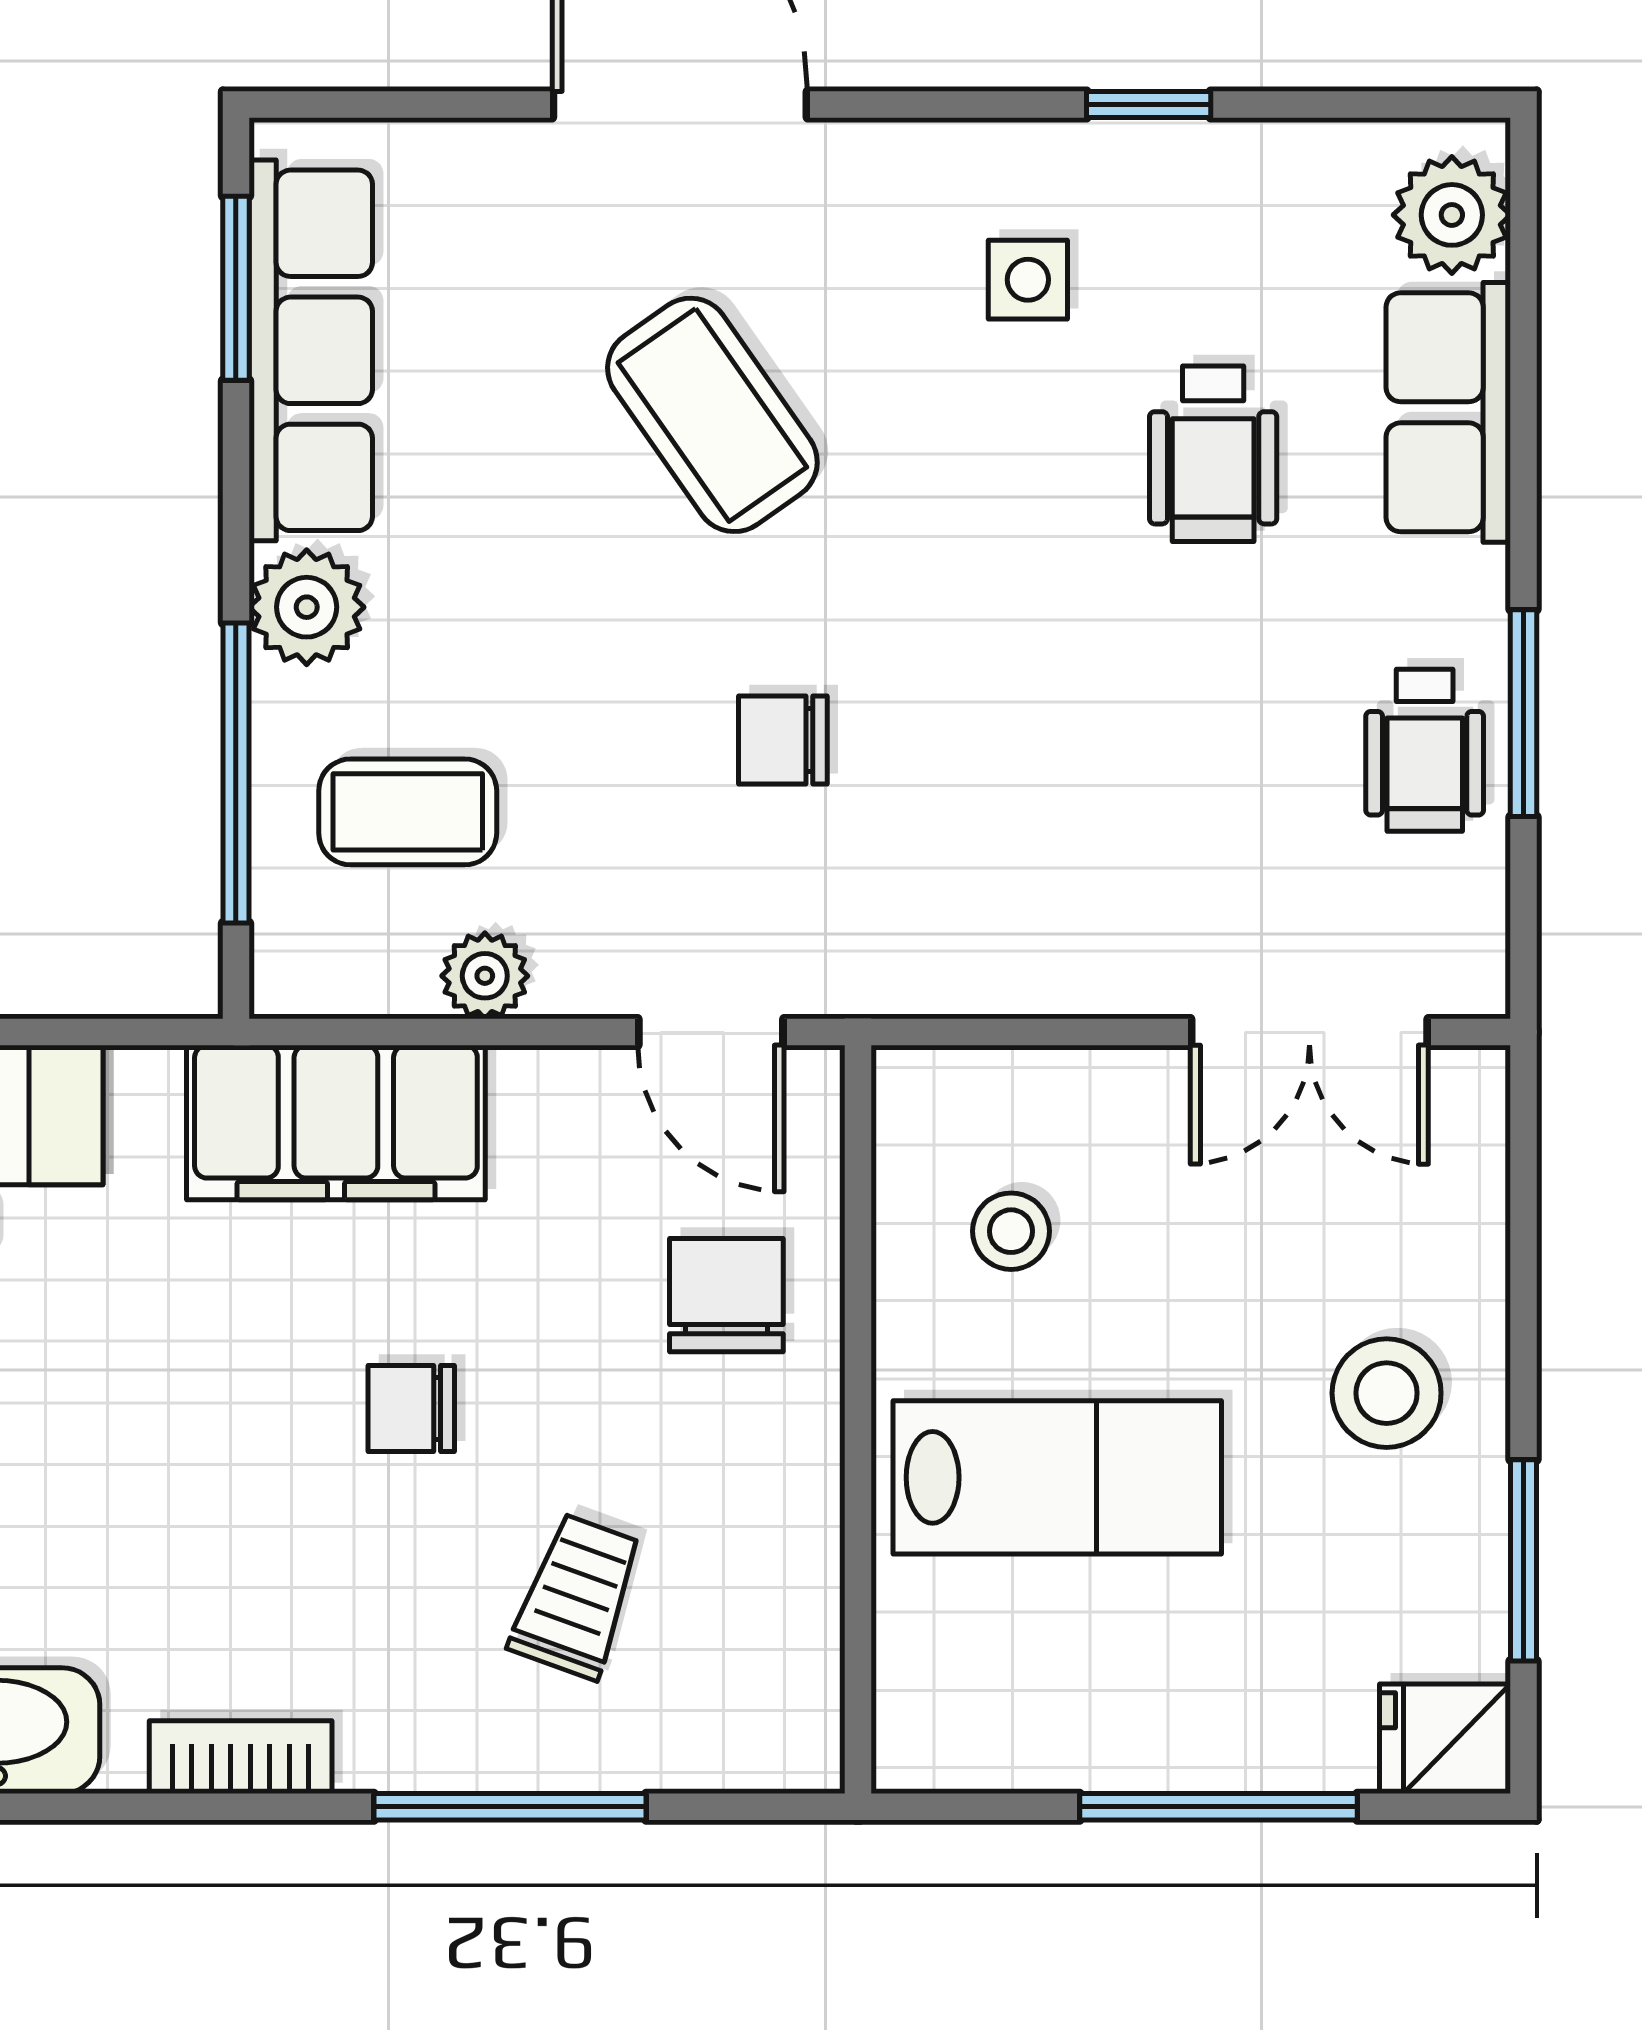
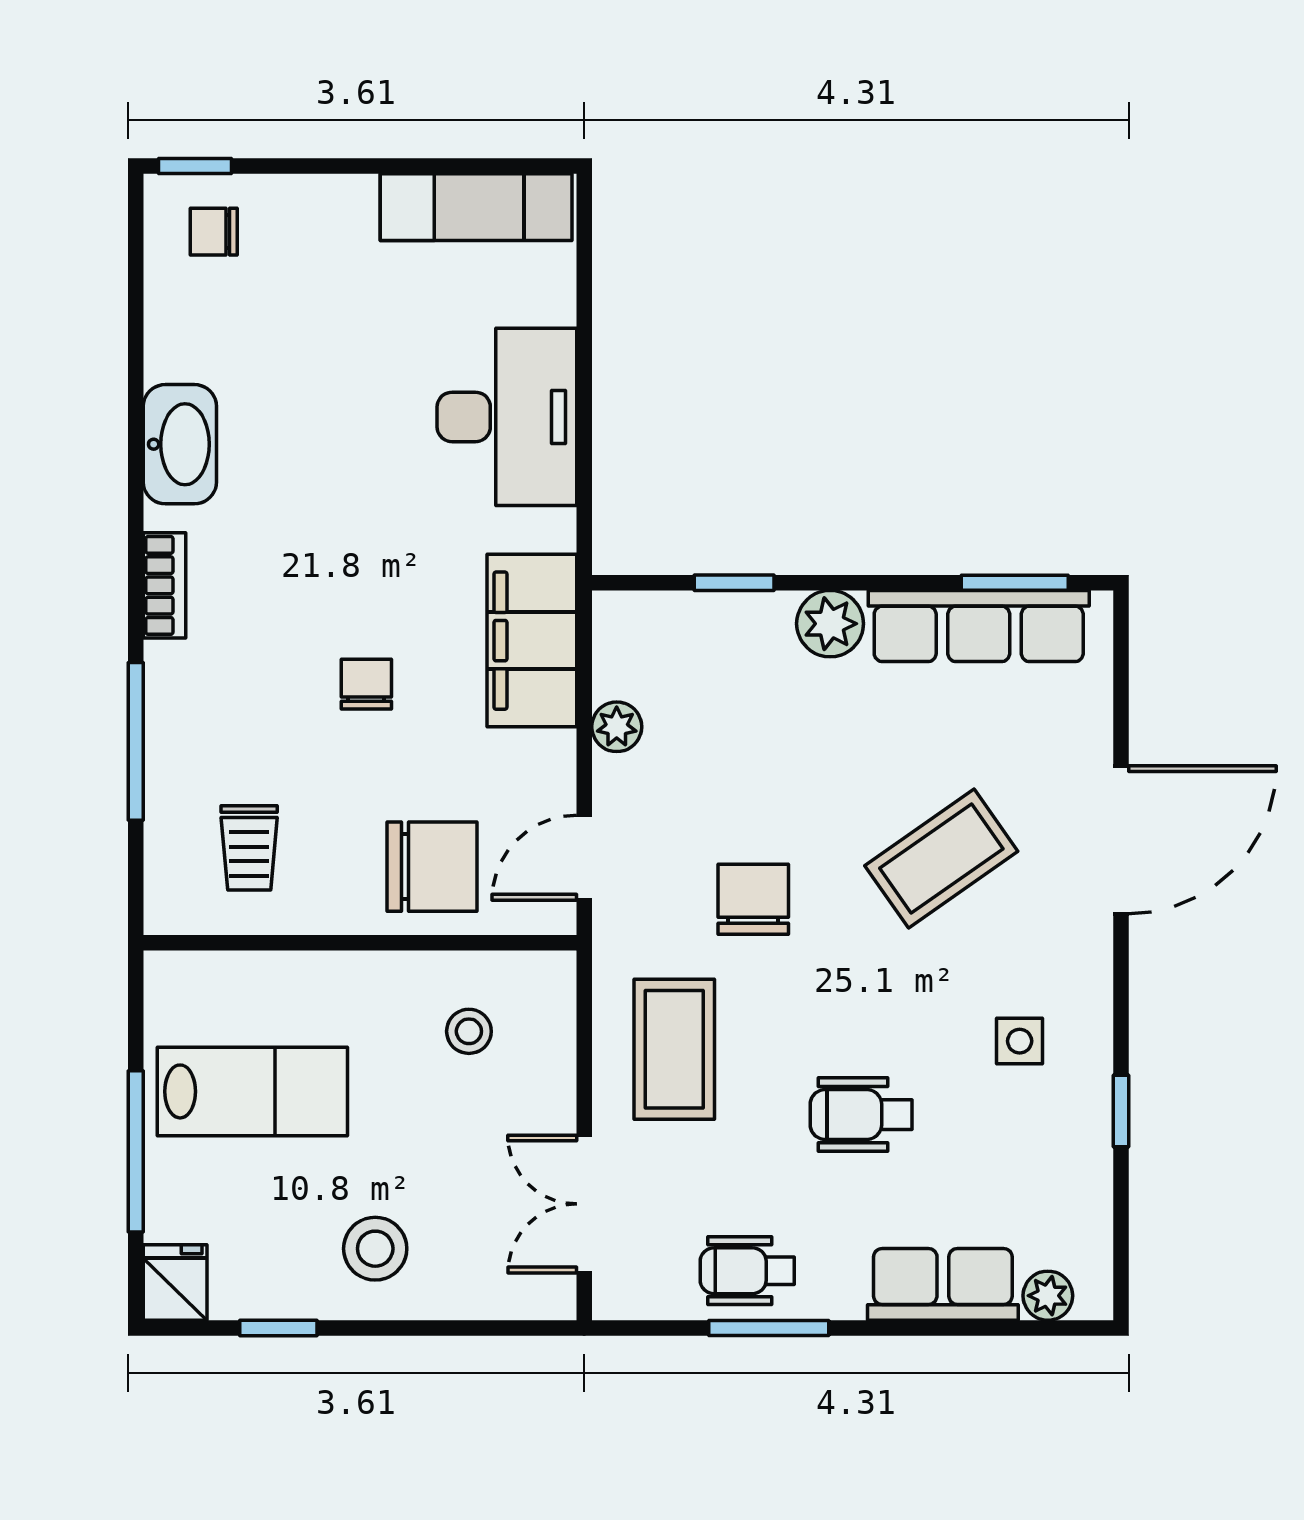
plant: (1452, 215) -> (1048, 1296), width x0.73, depth x0.73
wheelchair: (1213, 454) -> (861, 1115), moved
chair: (783, 740) -> (753, 899), width x1.37, depth x1.37
window: (236, 773) -> (734, 583), width x0.46
coffee table: (408, 812) -> (674, 1049), moved, width x1.36, depth x1.30
chair: (726, 1295) -> (432, 867), width x1.37, depth x1.37
lab bench: (1057, 1477) -> (252, 1091), moved, turned -90
window: (1524, 1560) -> (278, 1328), width x0.67
trolley: (577, 1596) -> (249, 848), moved, turned 70

